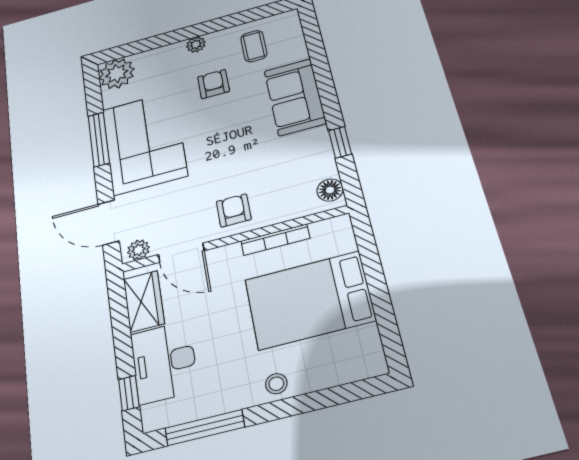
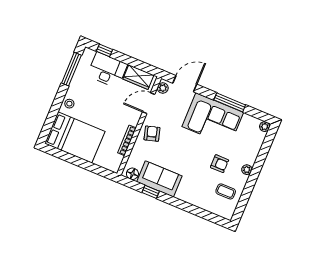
plant: (117, 74) -> (265, 127), width x0.53, depth x0.53
sofa: (295, 97) -> (159, 179), moved
armchair: (234, 210) -> (152, 134), turned -106
bed: (309, 300) -> (75, 137), moved, turned 90

